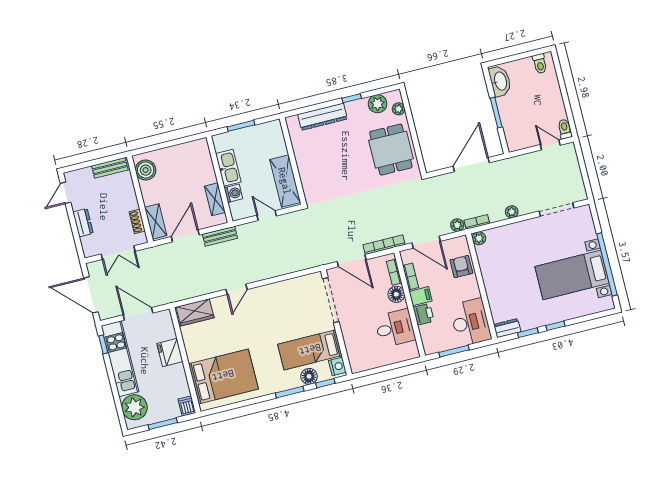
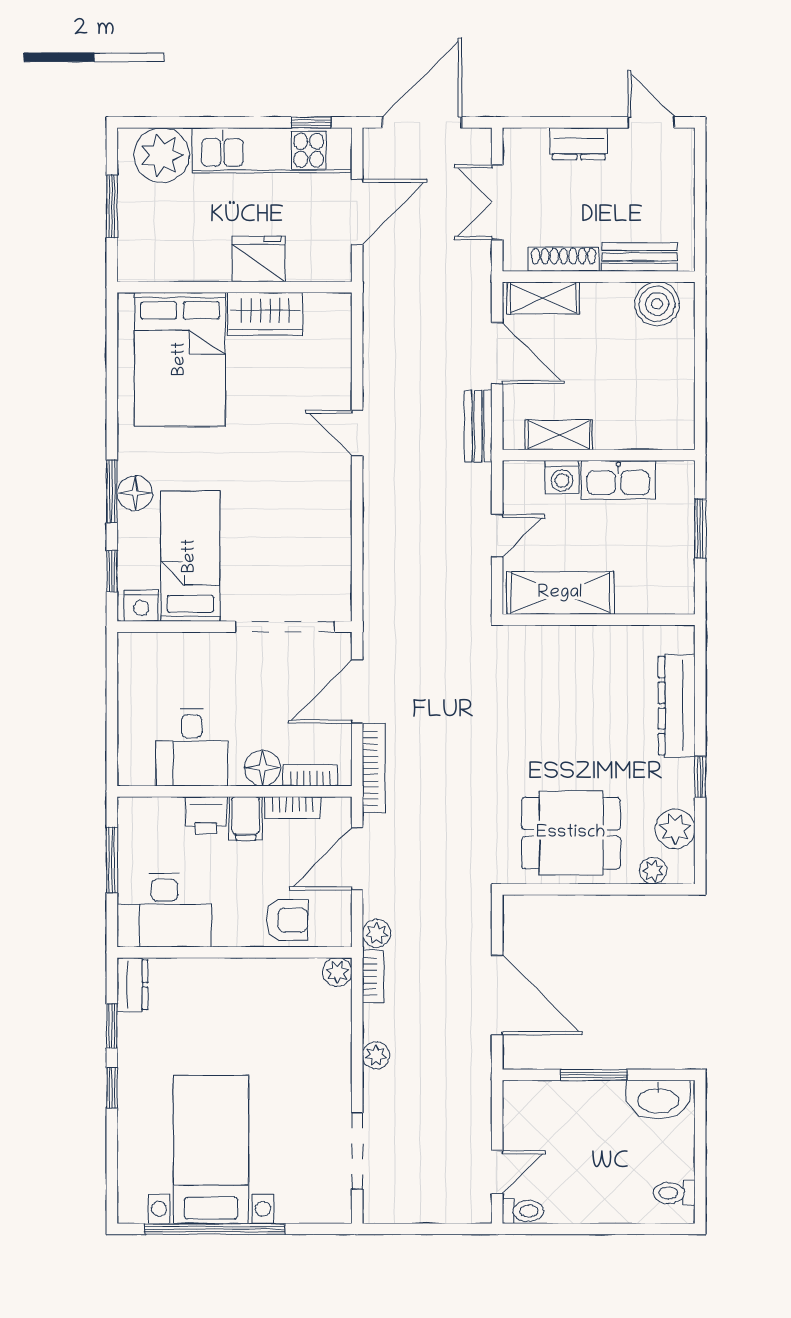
bench: (110, 168) -> (640, 257), moved, turned 90
shoe rack: (137, 221) -> (564, 259), width x1.43
wardrobe: (195, 312) -> (265, 314), moved, turned -90
floor lamp: (309, 376) -> (135, 493), moved
dishwasher: (187, 406) -> (137, 267), removed

